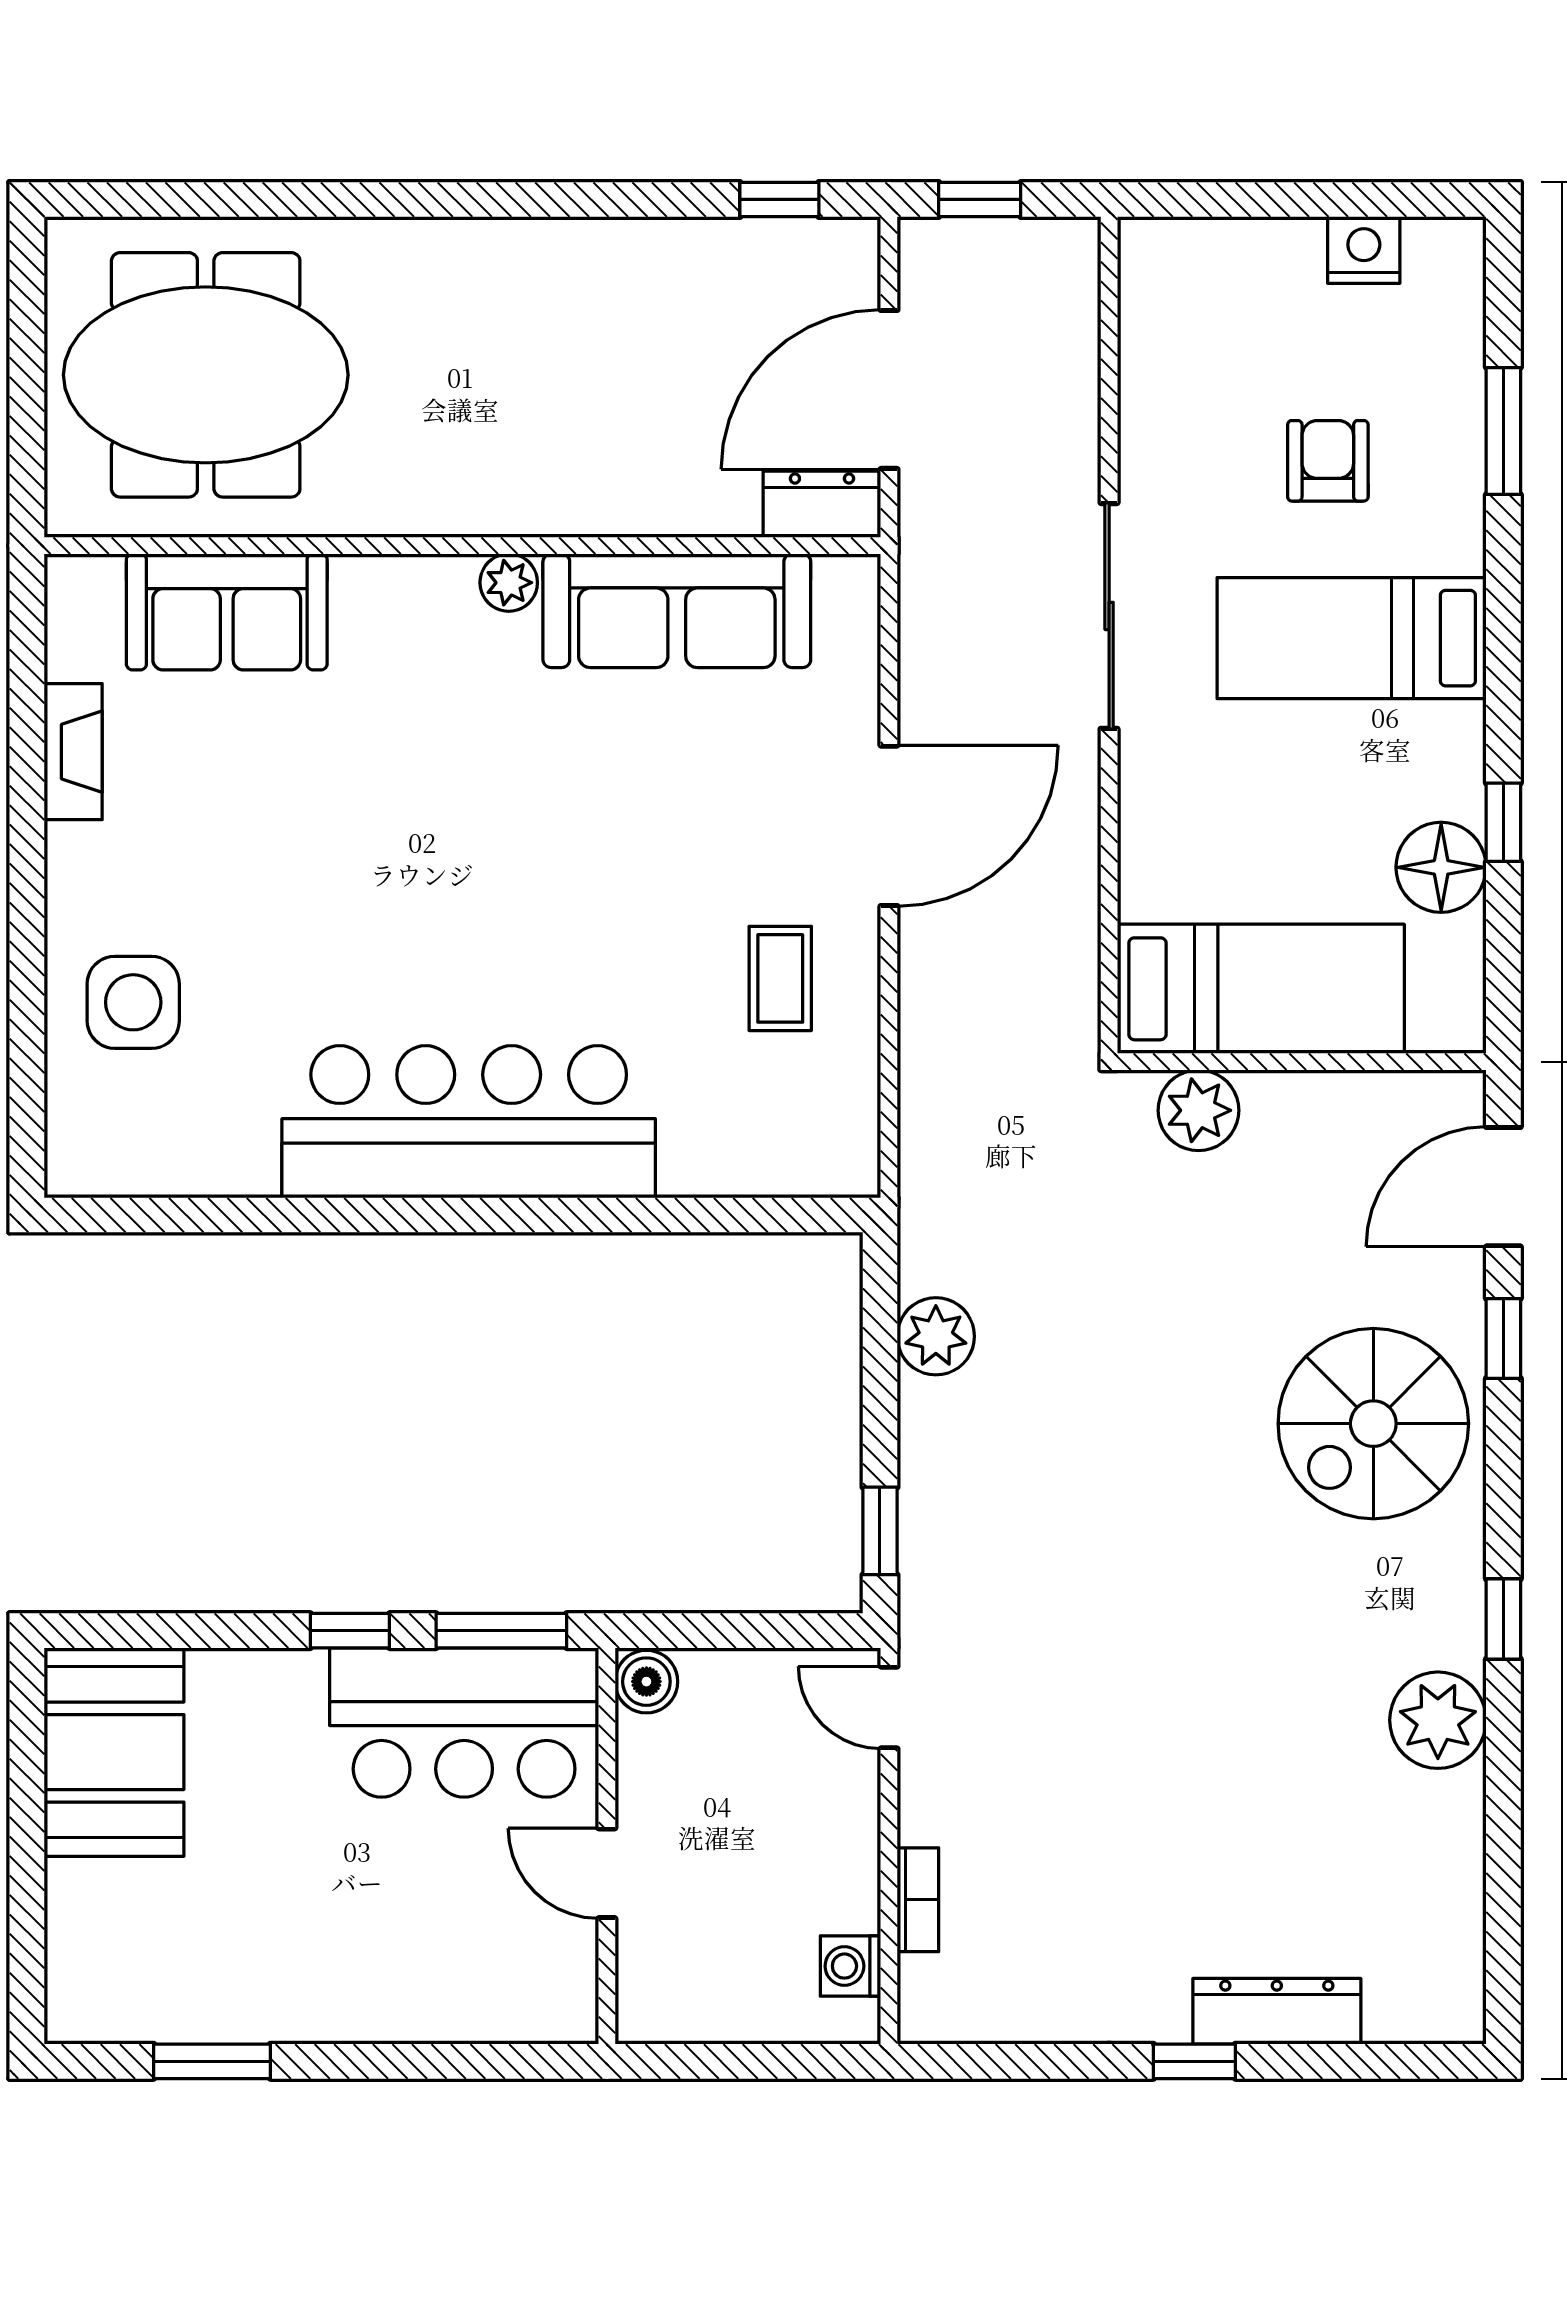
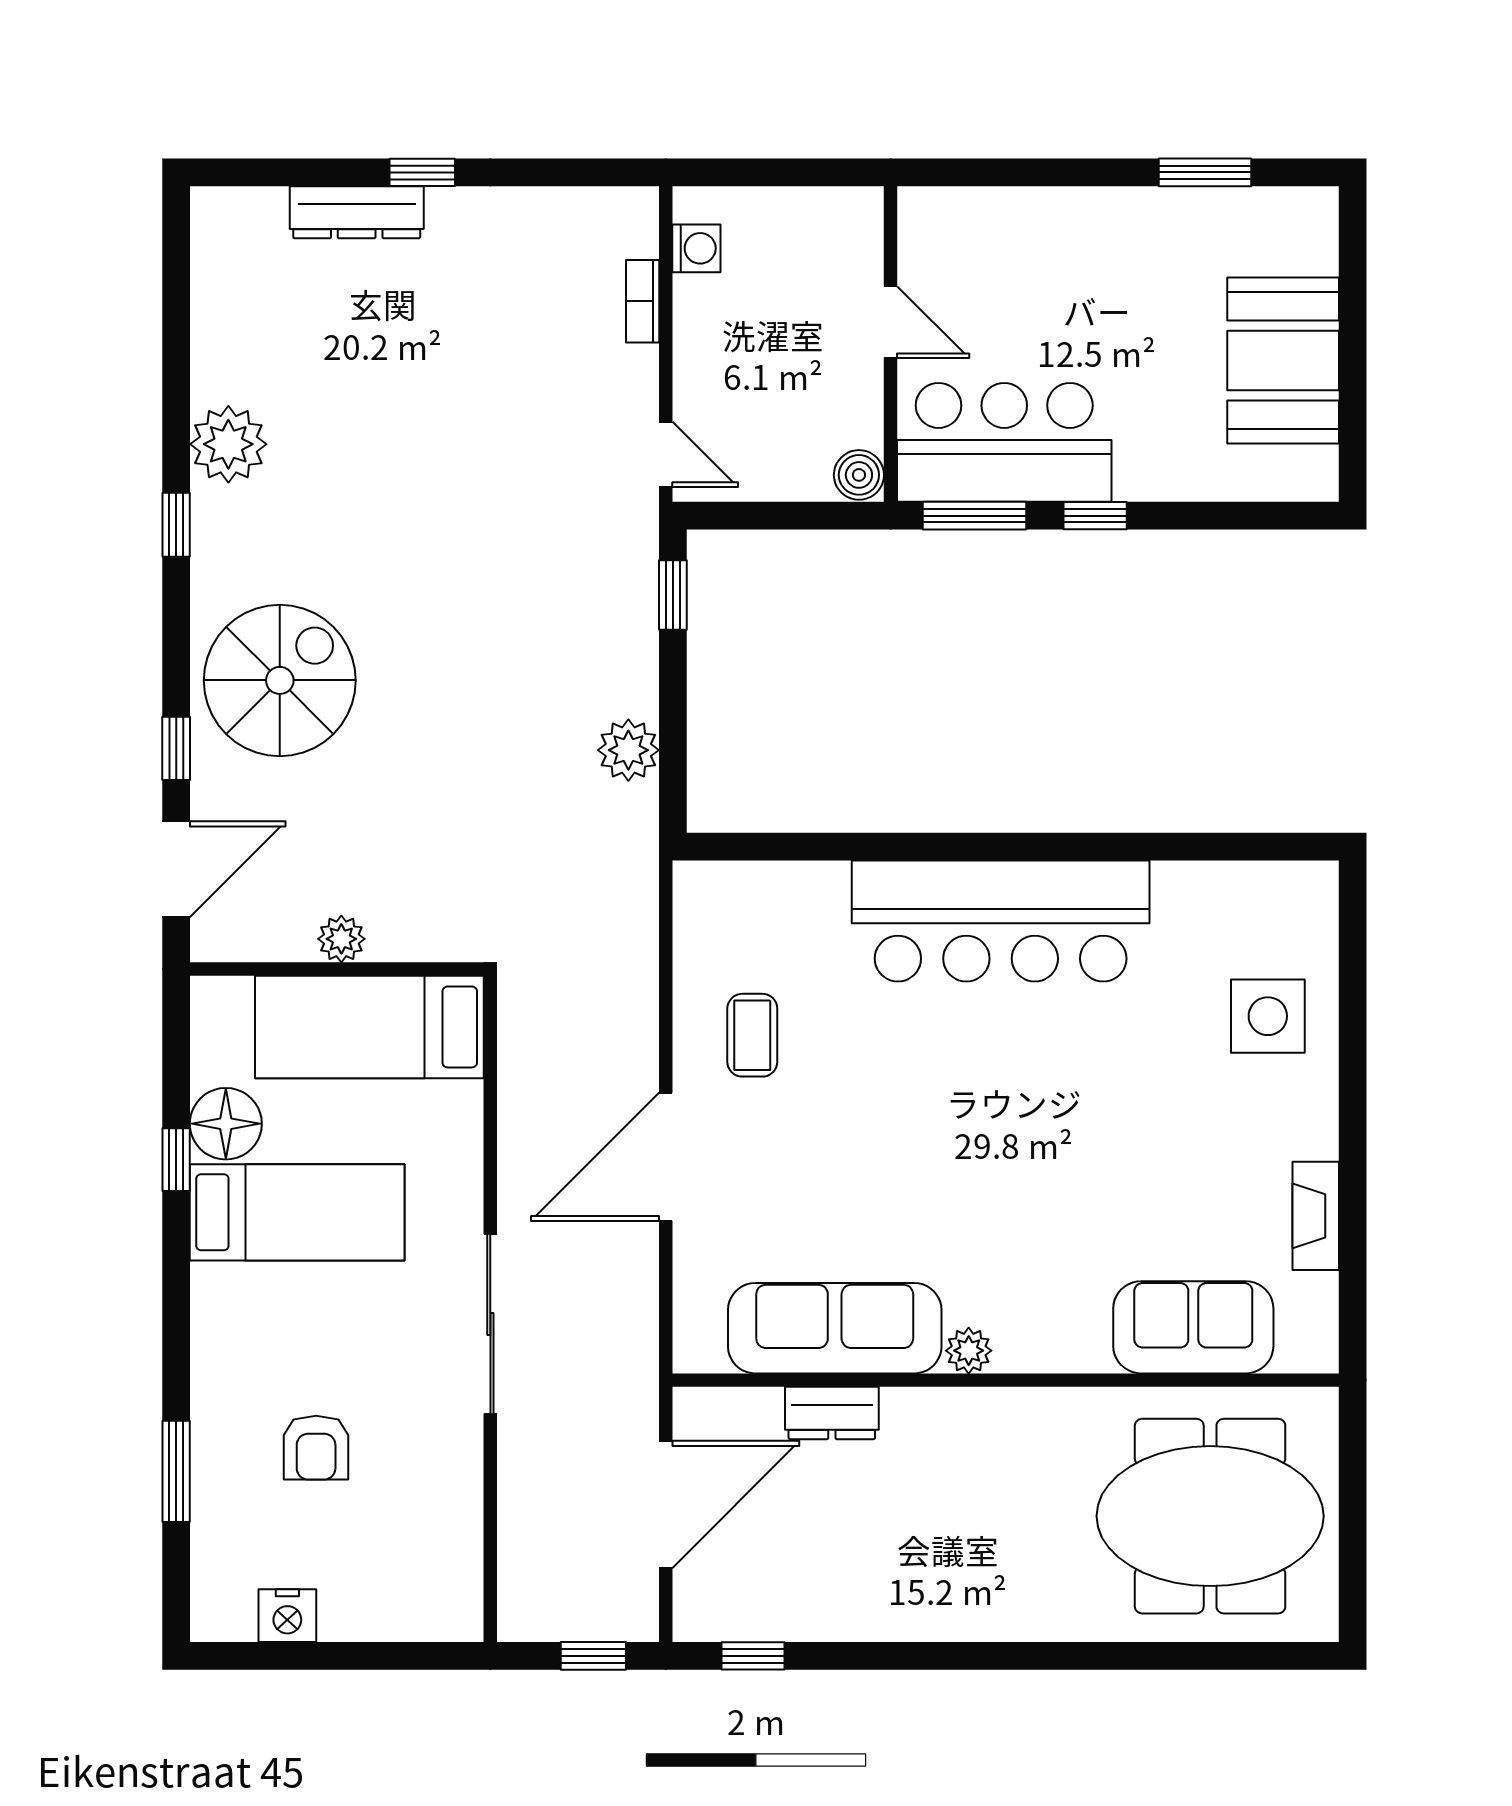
dresser: (822, 504) -> (832, 1413), moved
bed: (1352, 638) -> (297, 1212), moved
plant: (1198, 1110) -> (341, 939), moved, width x0.73, depth x0.73
booth: (114, 1752) -> (1283, 361), moved

